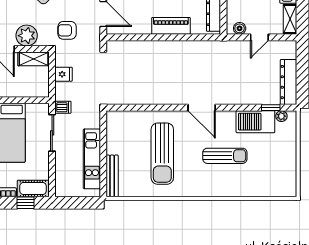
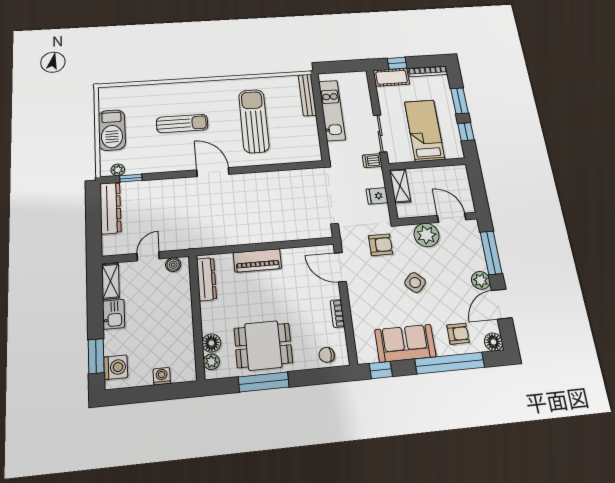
shelving: (34, 59) -> (400, 186), moved, turned 90
barbecue: (255, 122) -> (112, 130), moved, turned 90
sun lounger: (225, 156) -> (182, 124), turned 180

